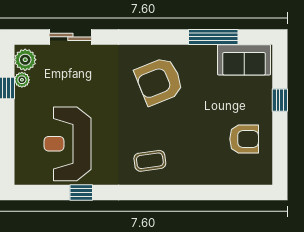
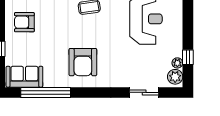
window: (213, 37) -> (46, 92), width x1.46
armchair: (159, 81) -> (83, 62), turned 112

